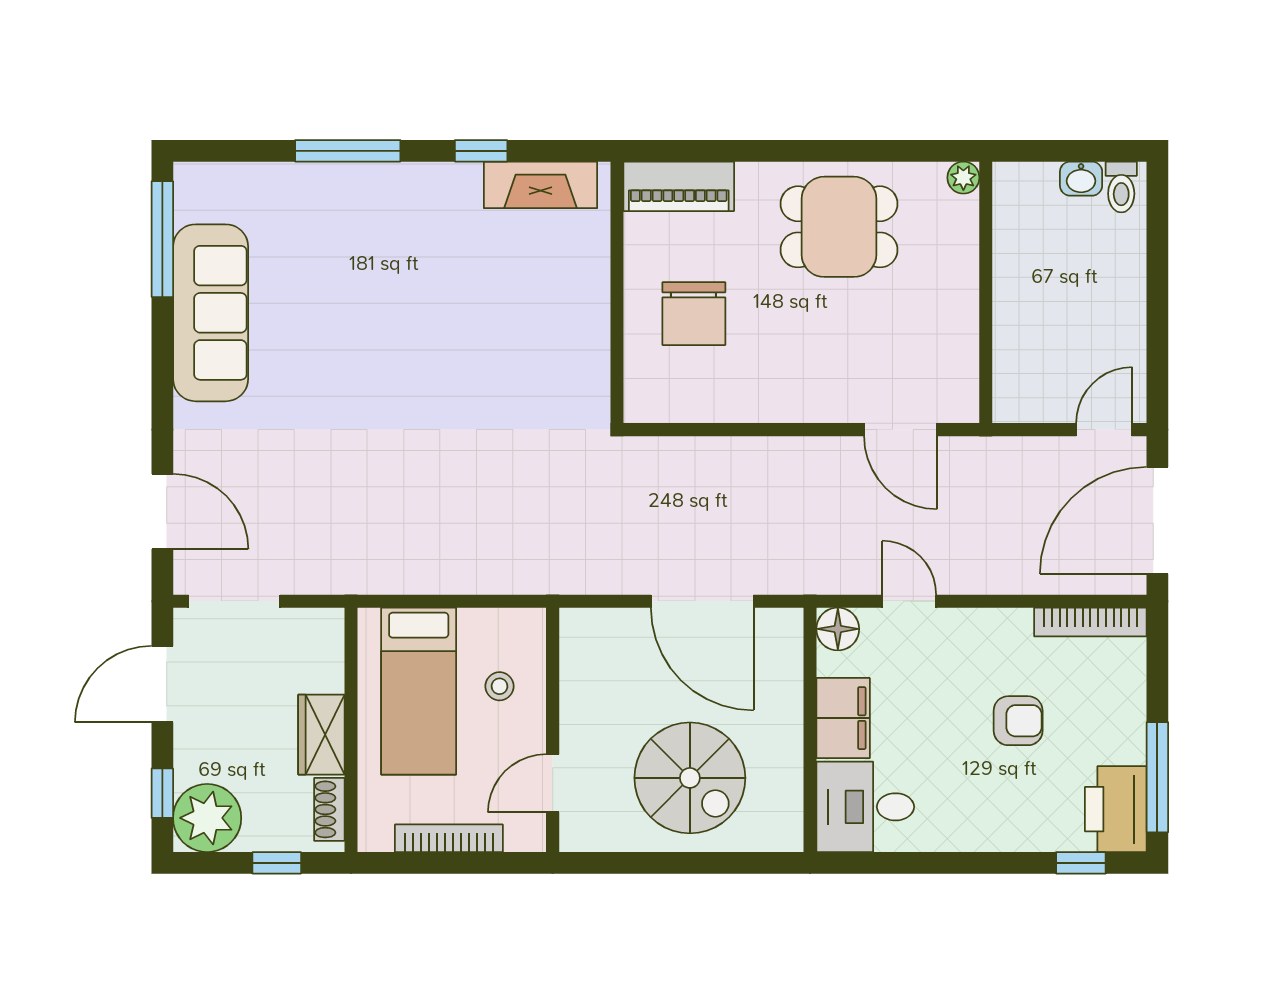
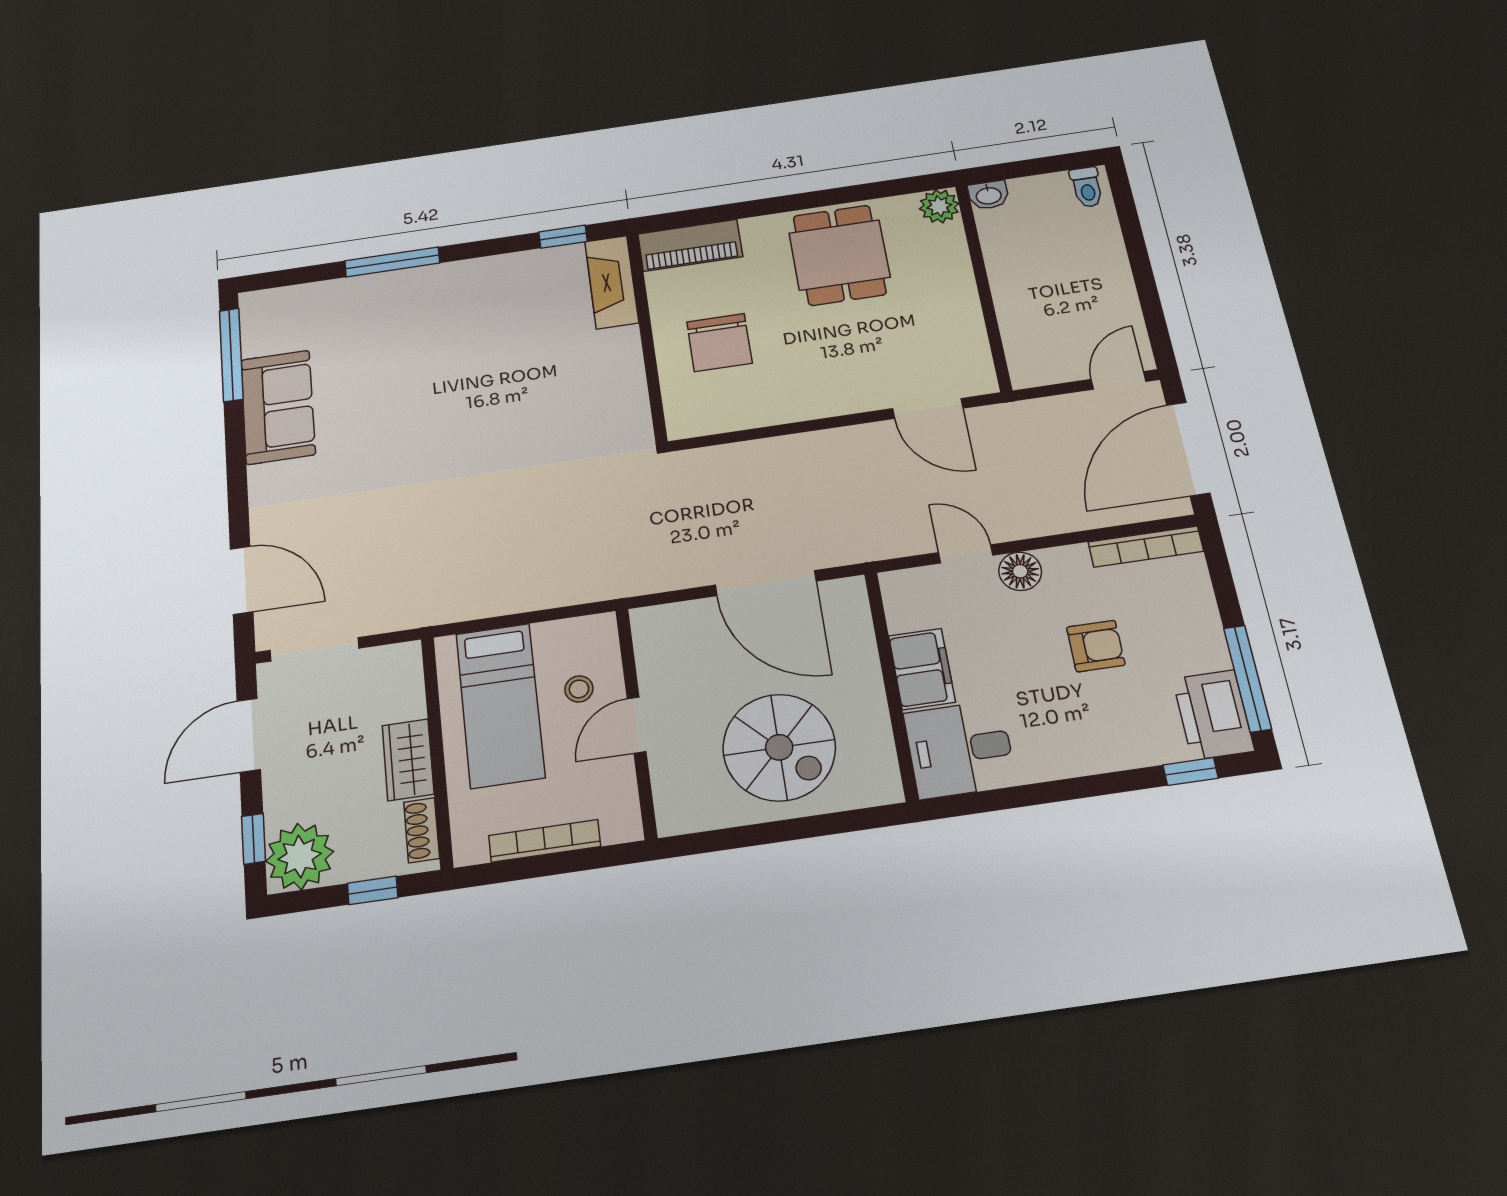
window: (481, 151) -> (563, 237), moved
plant: (963, 178) -> (939, 206), width x1.38, depth x1.38
washbasin: (1081, 179) -> (989, 195), moved
fireplace: (541, 185) -> (612, 282), moved, turned 90
dining table: (839, 227) -> (839, 255), turned 90
sofa: (211, 313) -> (278, 407), width x0.73
floor lamp: (838, 629) -> (1020, 571), moved
door: (553, 783) -> (637, 725), moved

